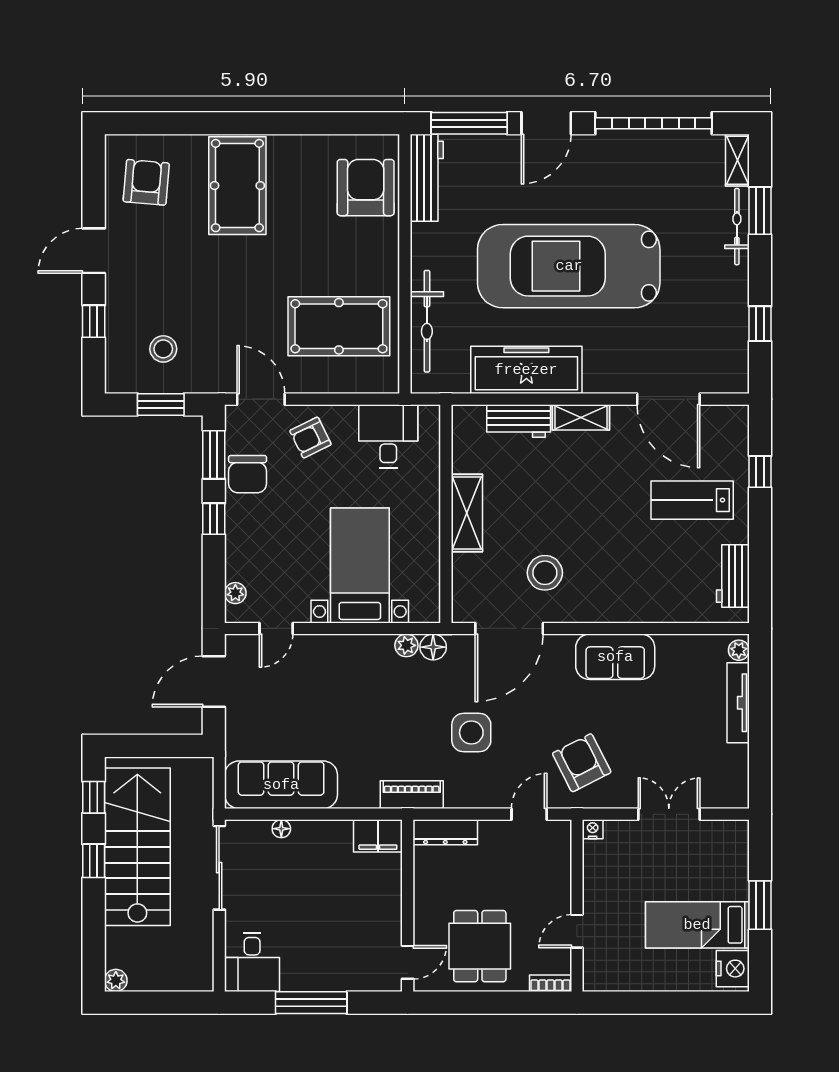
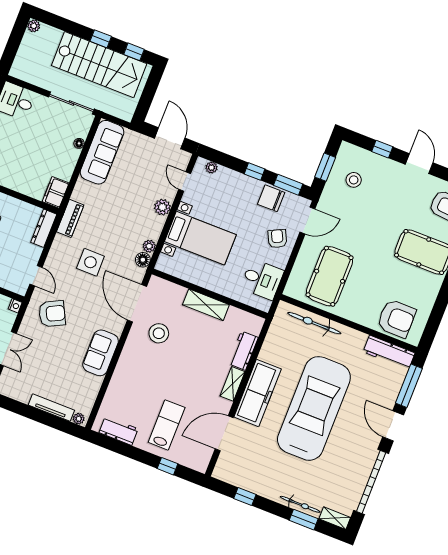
freezer: (526, 370) -> (258, 393), moved
plant: (333, 649) -> (162, 207), added

